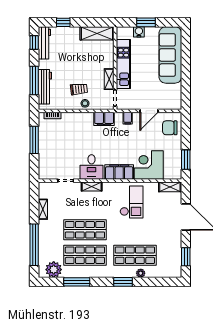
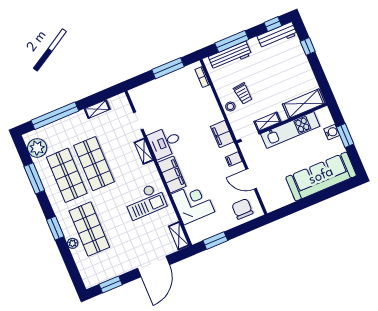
shelving: (97, 33) -> (304, 104), moved, turned 90

